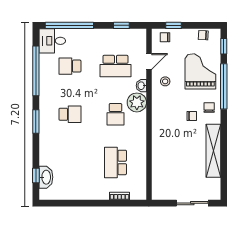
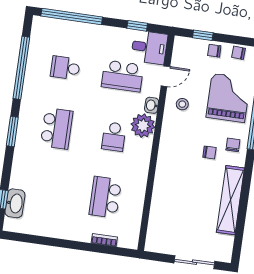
chair: (165, 37) -> (214, 51), moved
desk: (52, 41) -> (149, 47), moved, turned 180
school desk: (70, 114) -> (57, 128), width x1.85

